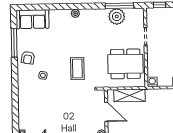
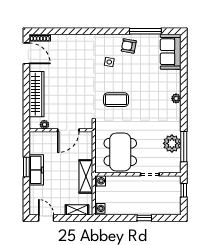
shelving: (130, 95) -> (86, 176), moved

